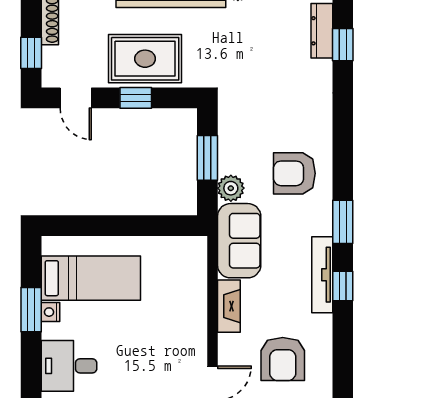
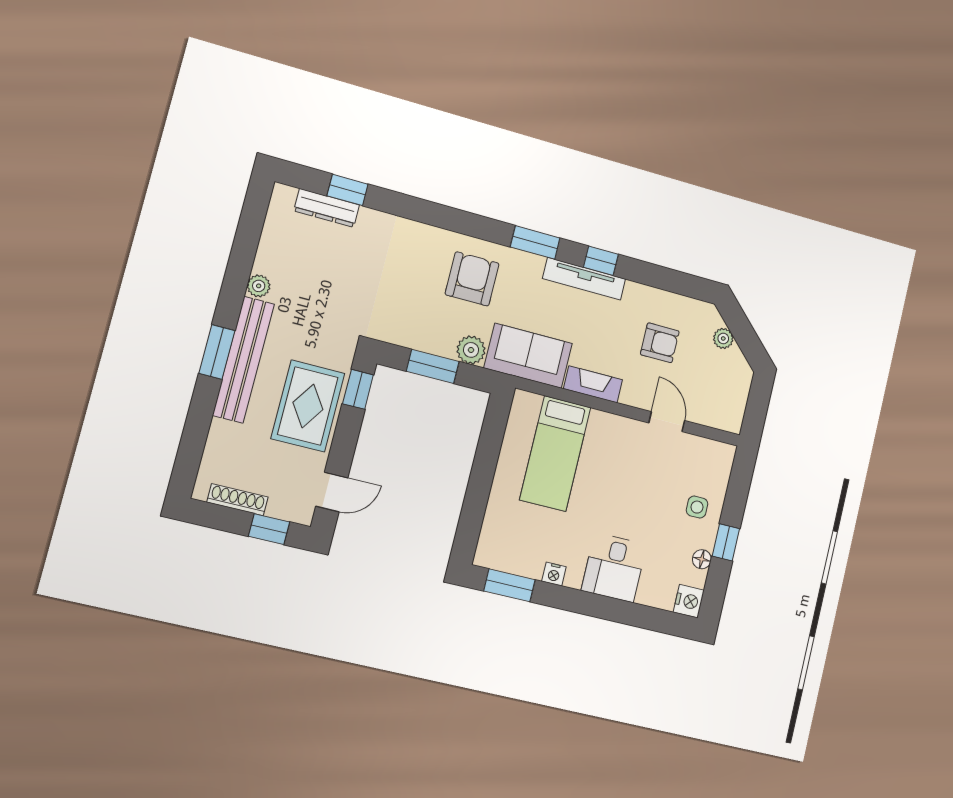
window: (136, 98) -> (358, 389), moved
armchair: (294, 173) -> (472, 279), turned 180
bed: (91, 278) -> (555, 454), moved, turned 180
window: (31, 310) -> (510, 585), moved
armchair: (283, 359) -> (660, 343), width x0.72, depth x0.72

